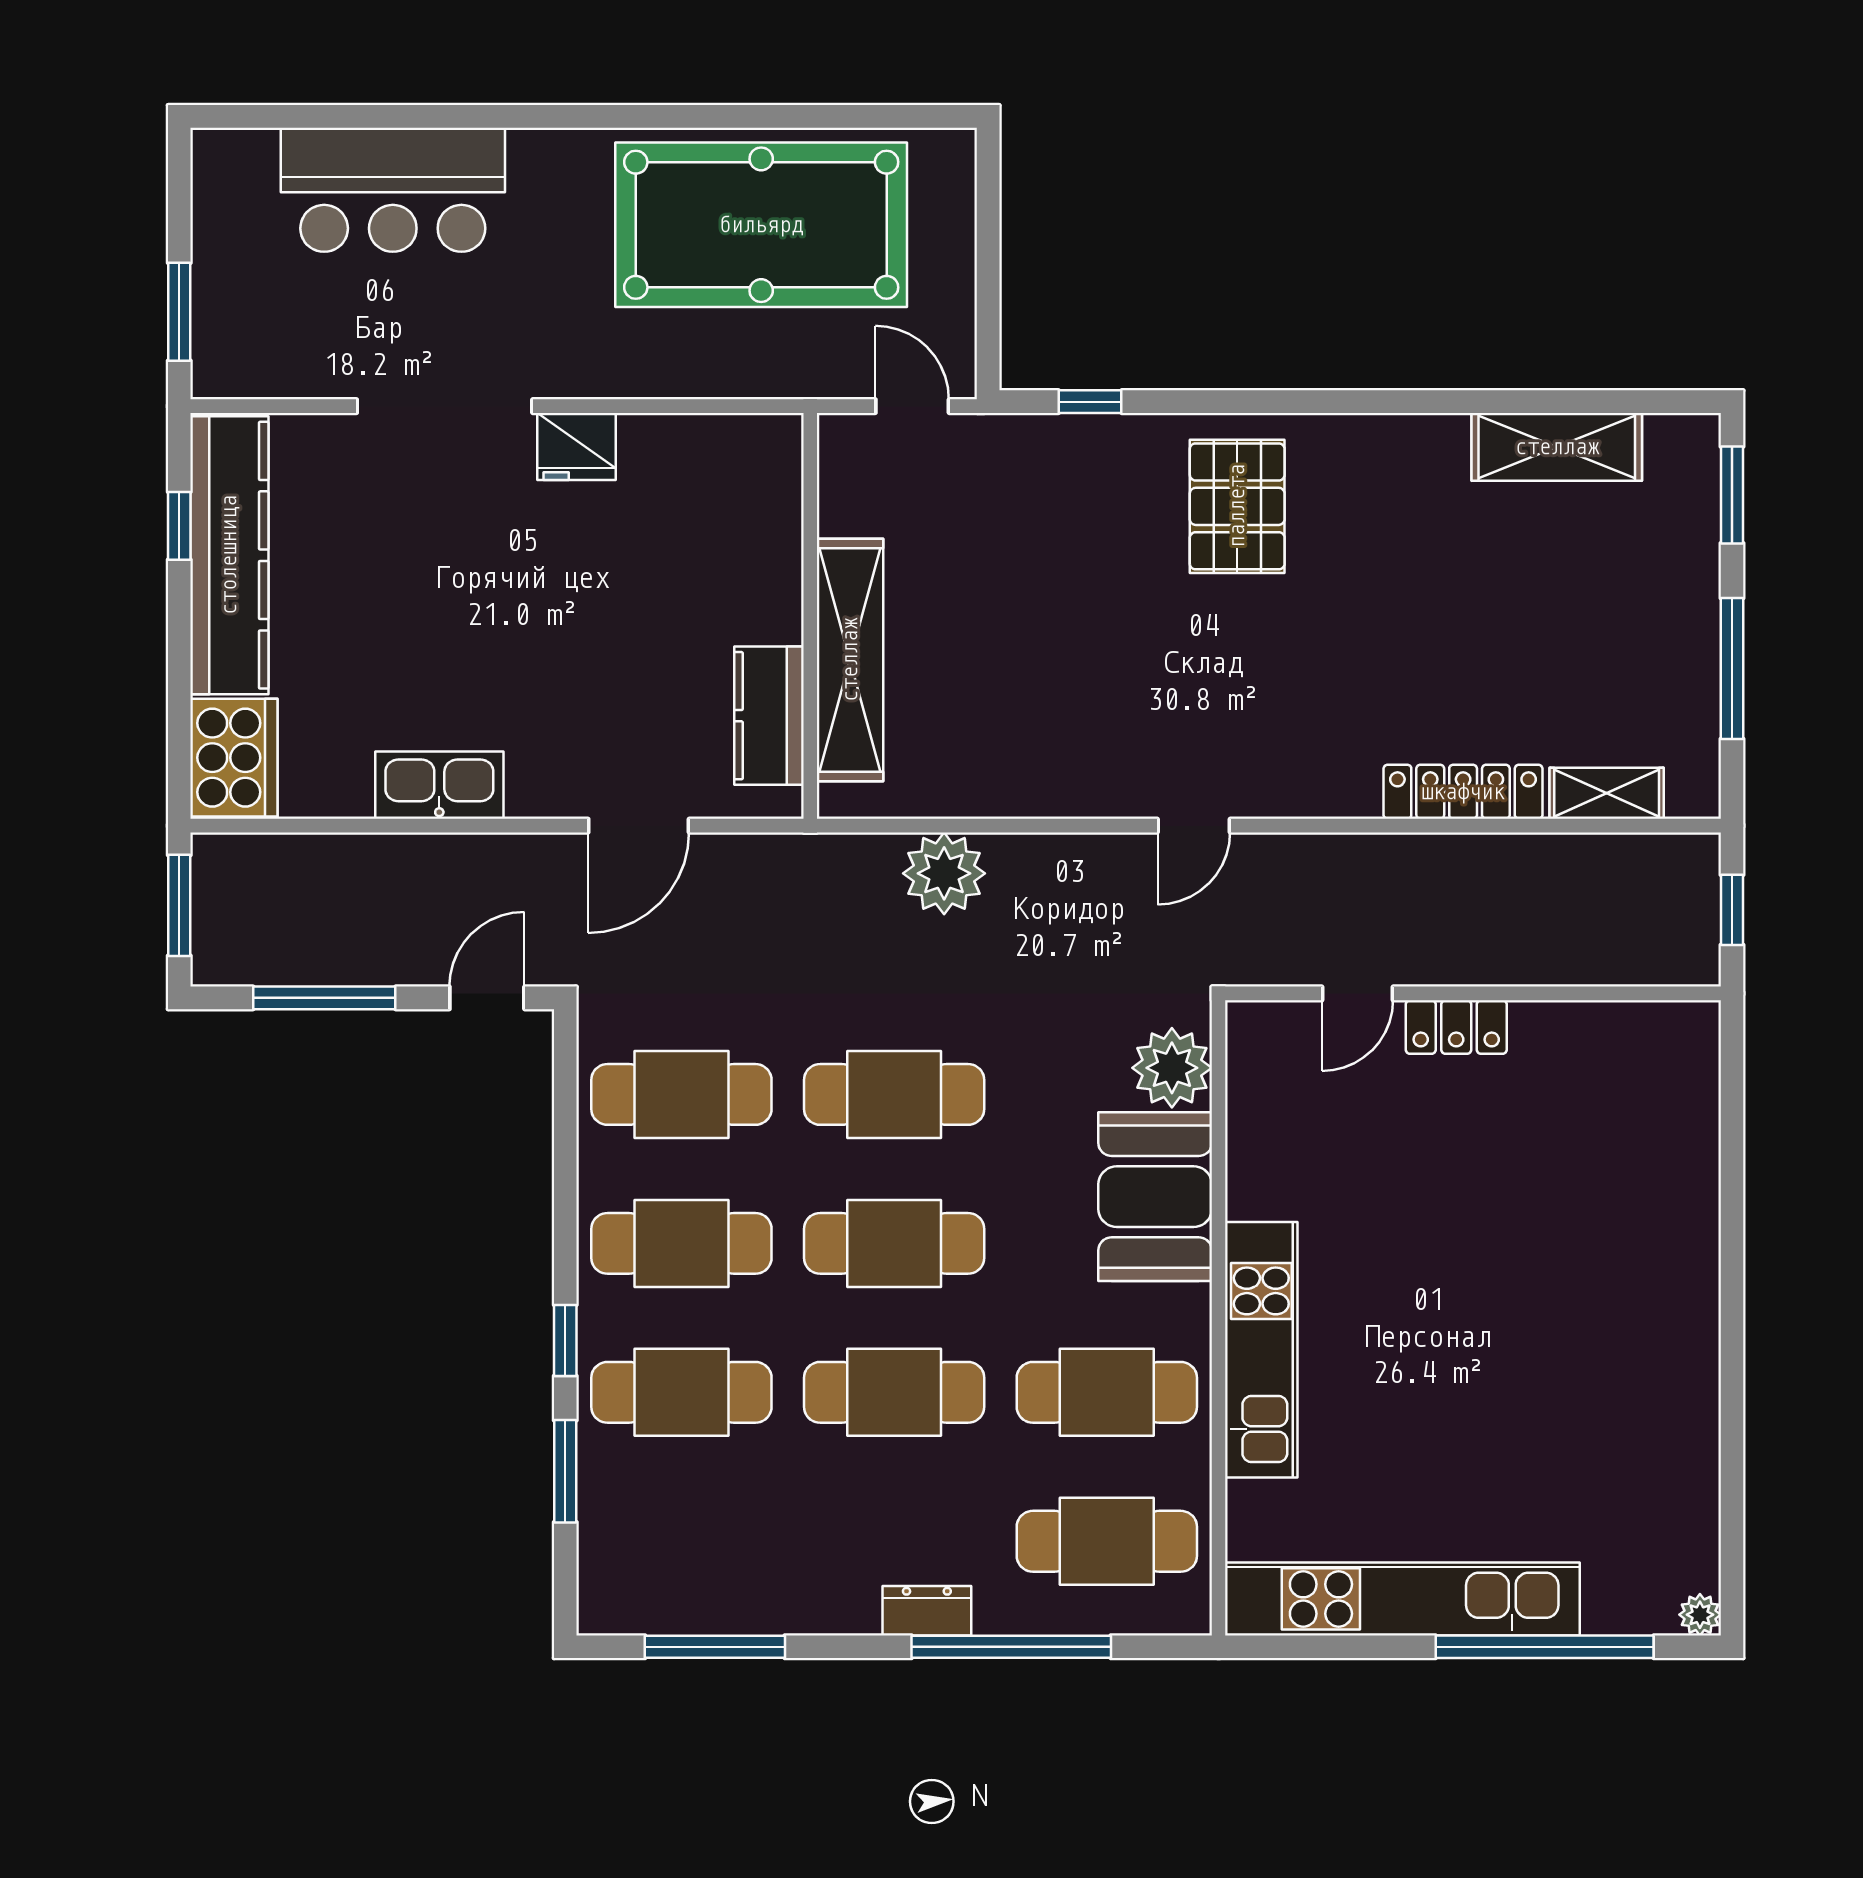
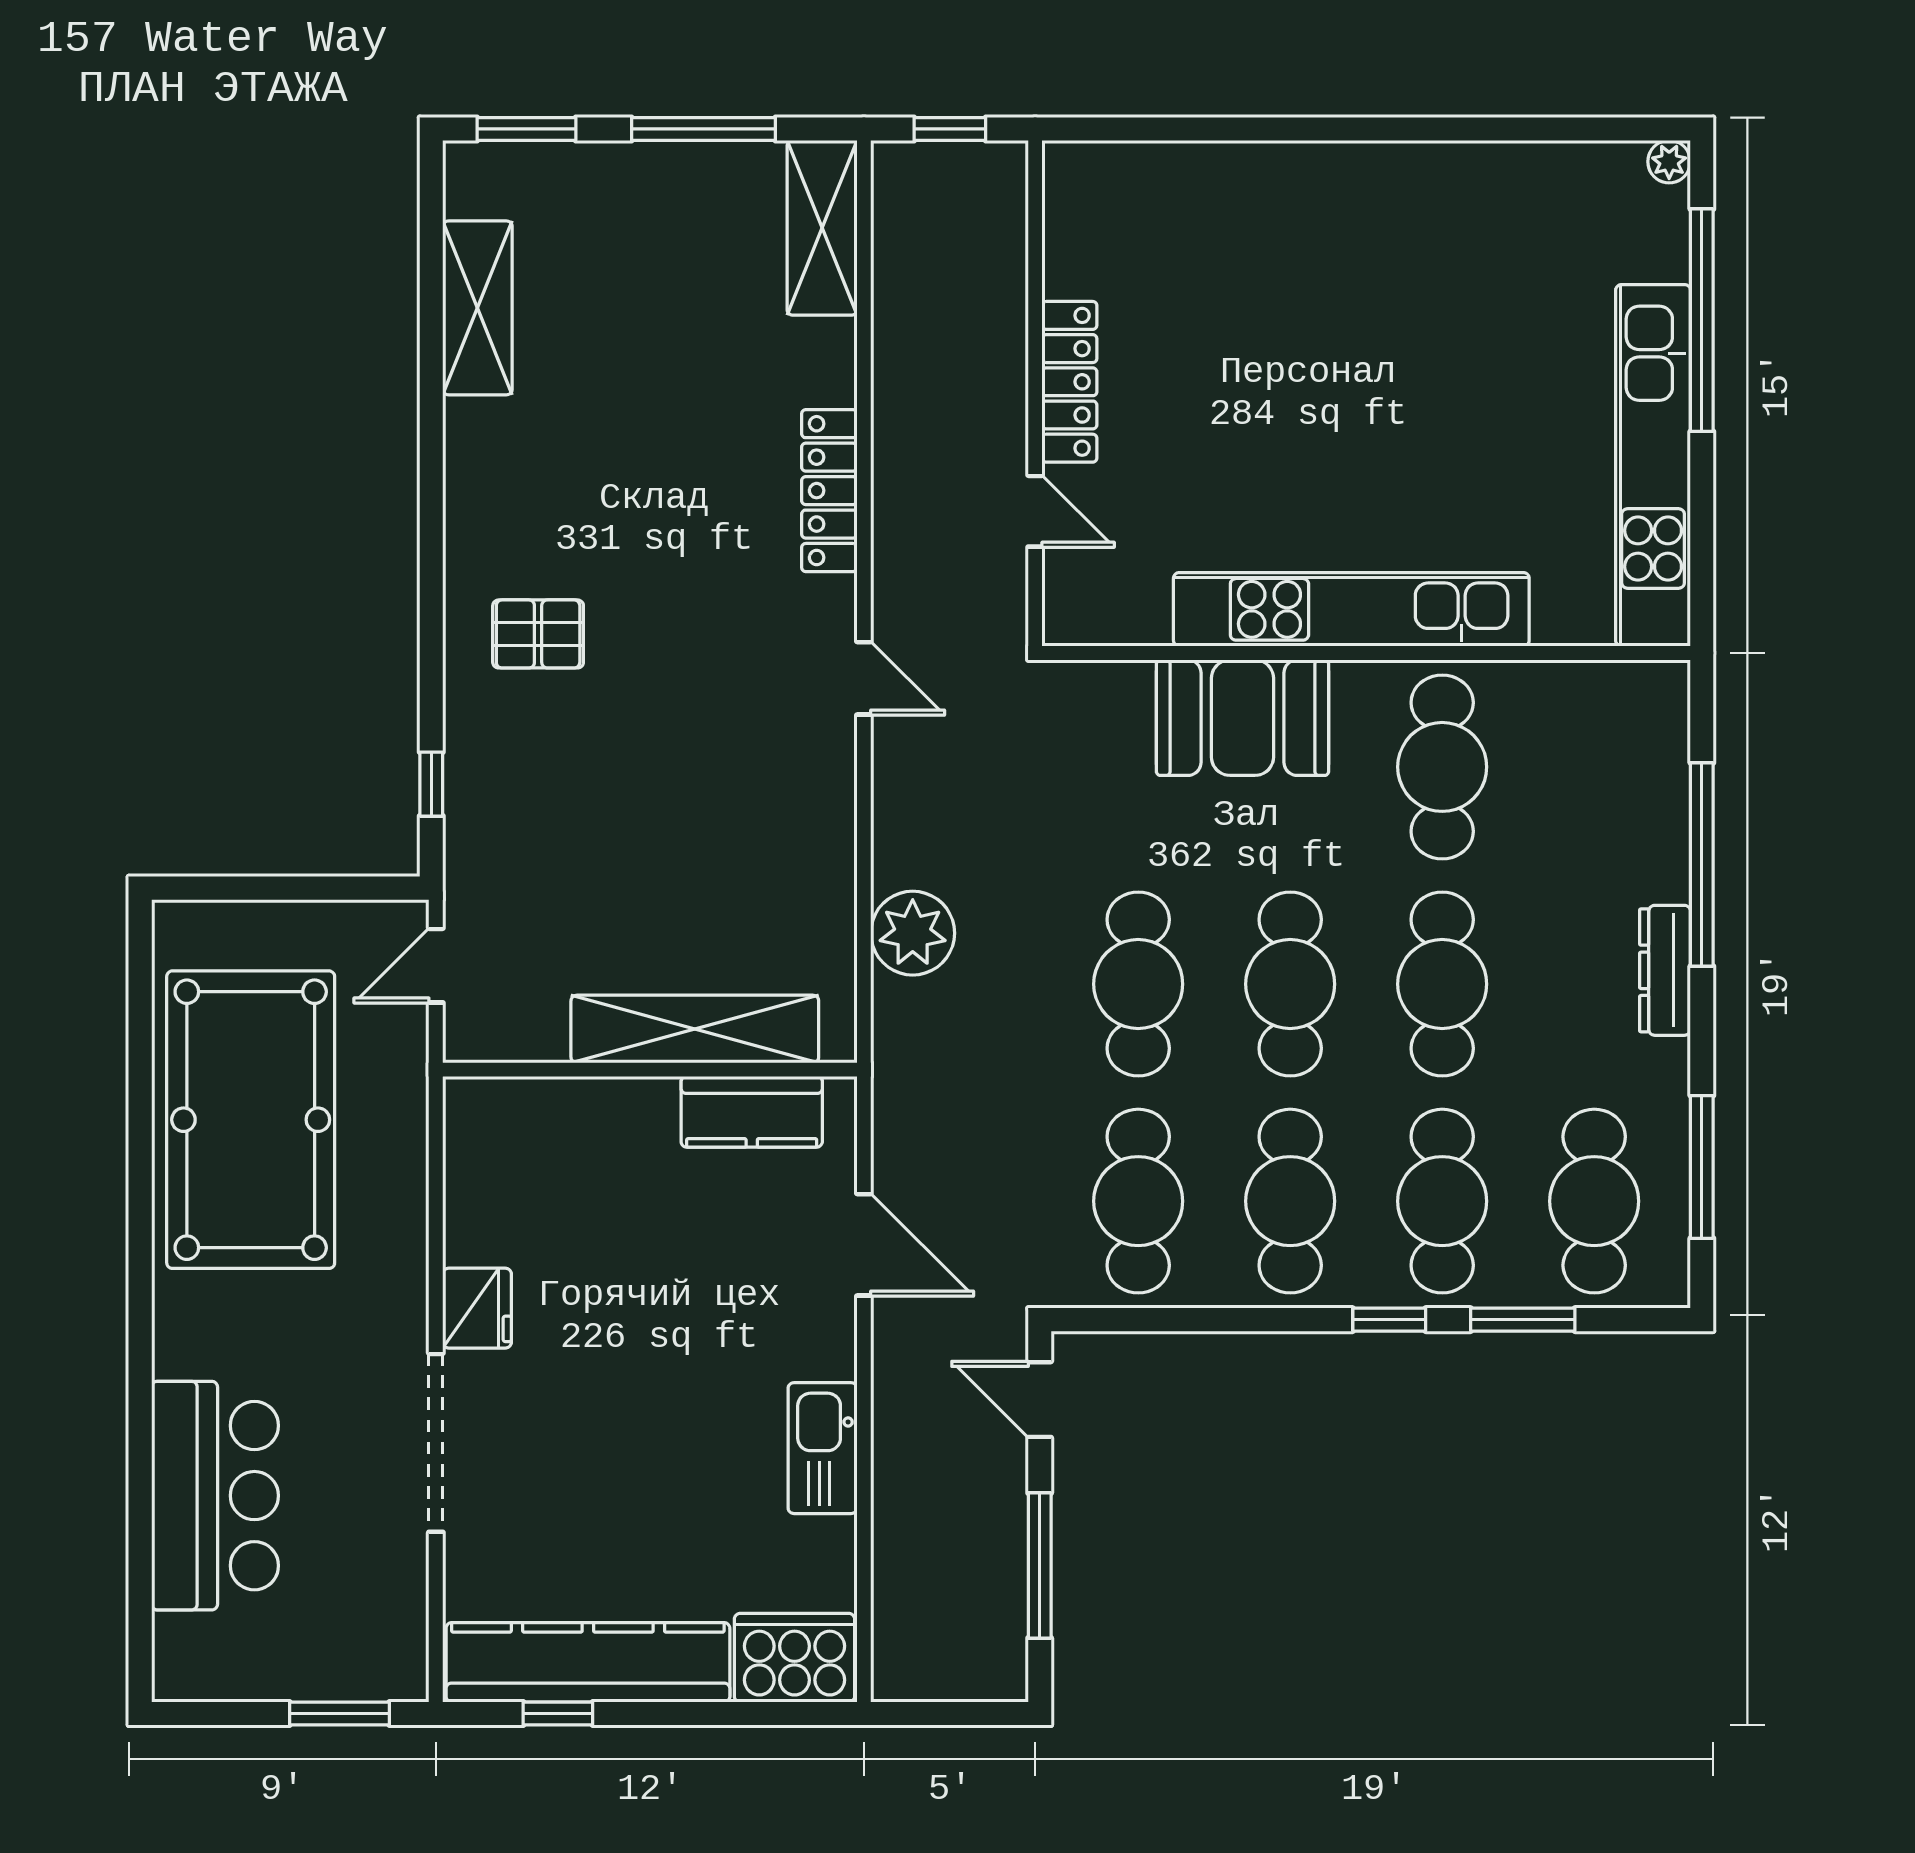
pallet: (1237, 506) -> (538, 634), width x0.67, depth x0.71
locker: (1463, 792) -> (829, 491), moved
shelving: (1607, 793) -> (822, 228), width x1.50, depth x1.33
window: (179, 905) -> (945, 1713), removed
locker: (1456, 1027) -> (1069, 382), width x1.53
plant: (1172, 1068) -> (1111, 701), removed
kitchen unit: (1261, 1350) -> (1351, 609), width x1.36
cafe table: (1107, 1541) -> (1594, 1201), moved
dresser: (927, 1611) -> (1665, 970), width x1.44

